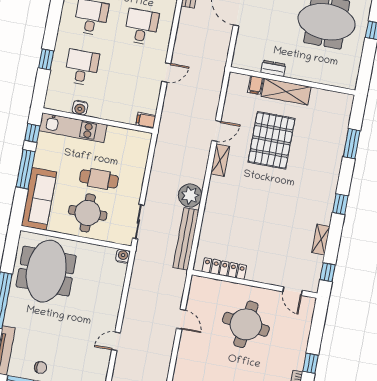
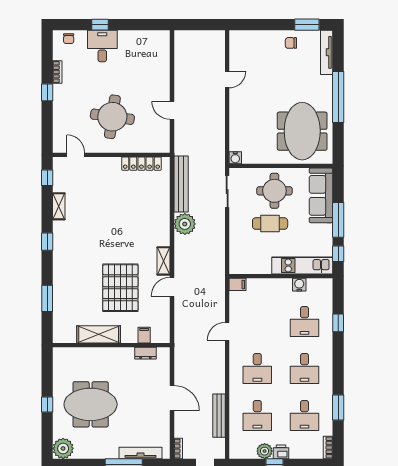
dresser: (273, 68) -> (145, 353), moved
shelving: (286, 92) -> (99, 334), moved

